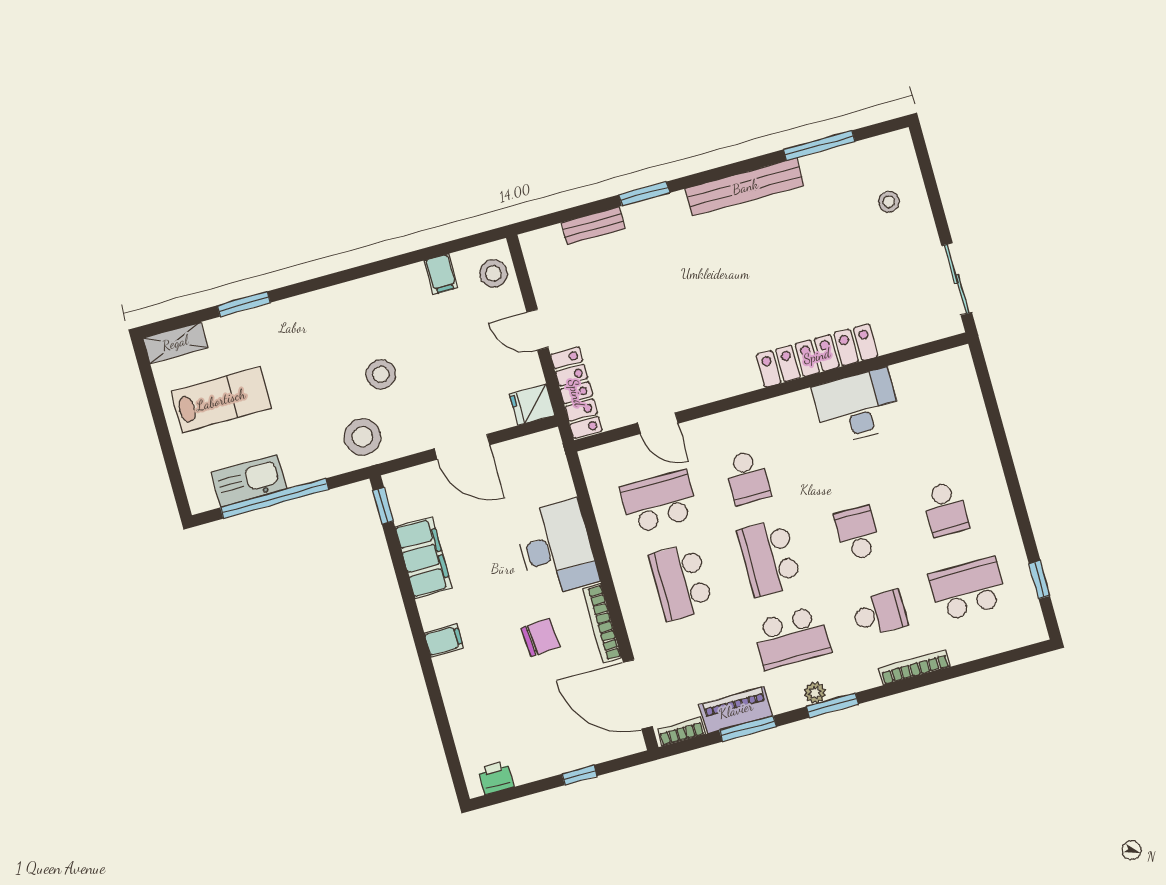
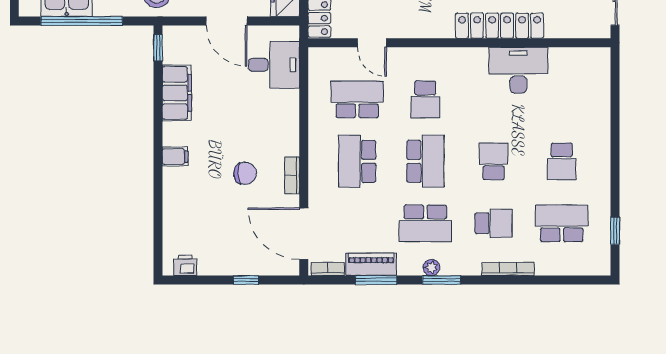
desk: (556, 548) -> (274, 65), moved, width x0.73
school desk: (769, 558) -> (425, 161), turned 180
bookcase: (602, 623) -> (292, 175), width x0.64

